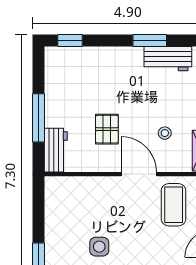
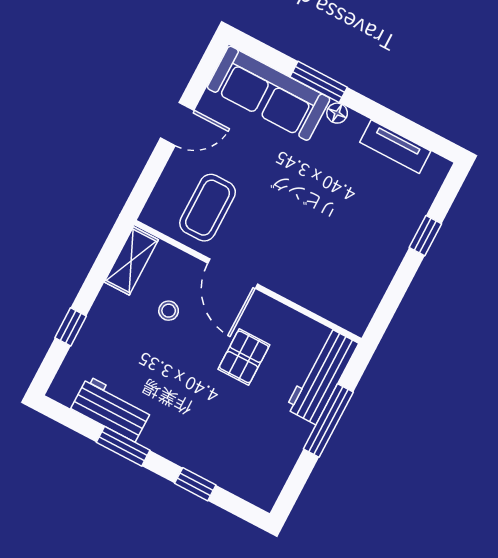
window: (70, 40) -> (195, 484), moved
workbench: (56, 150) -> (322, 376), width x1.38
side table: (99, 247) -> (338, 204), removed

